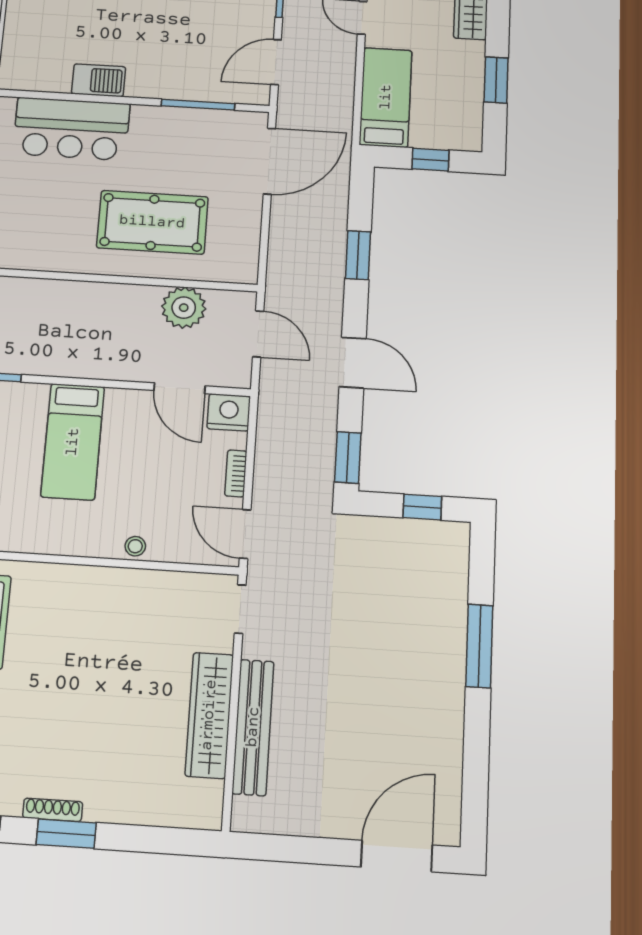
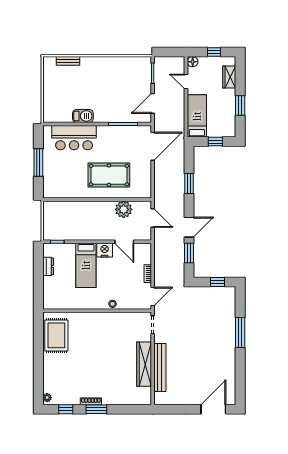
door: (353, 363) -> (189, 227), hinge flipped
nightstand: (229, 412) -> (105, 250), moved
window: (348, 457) -> (189, 253), moved
door: (245, 534) -> (153, 297), swing flipped

